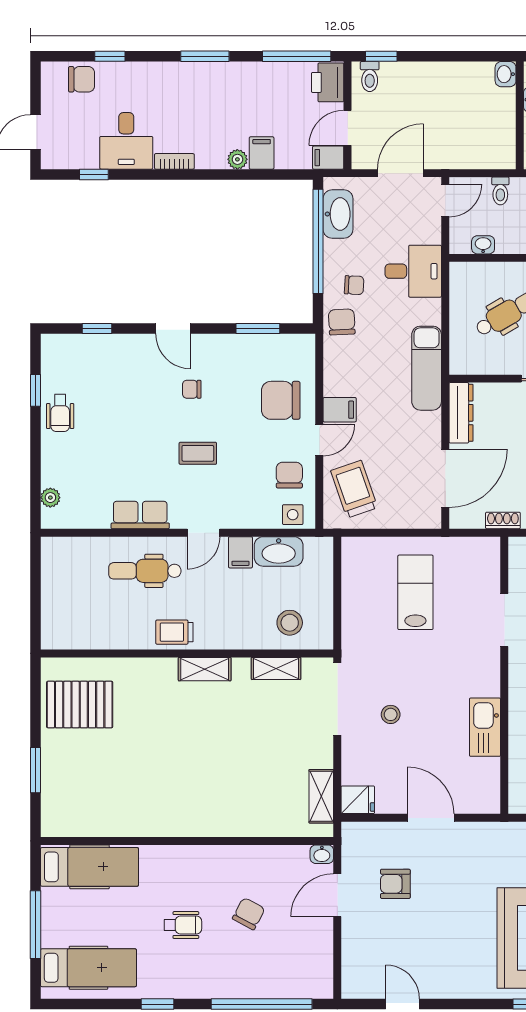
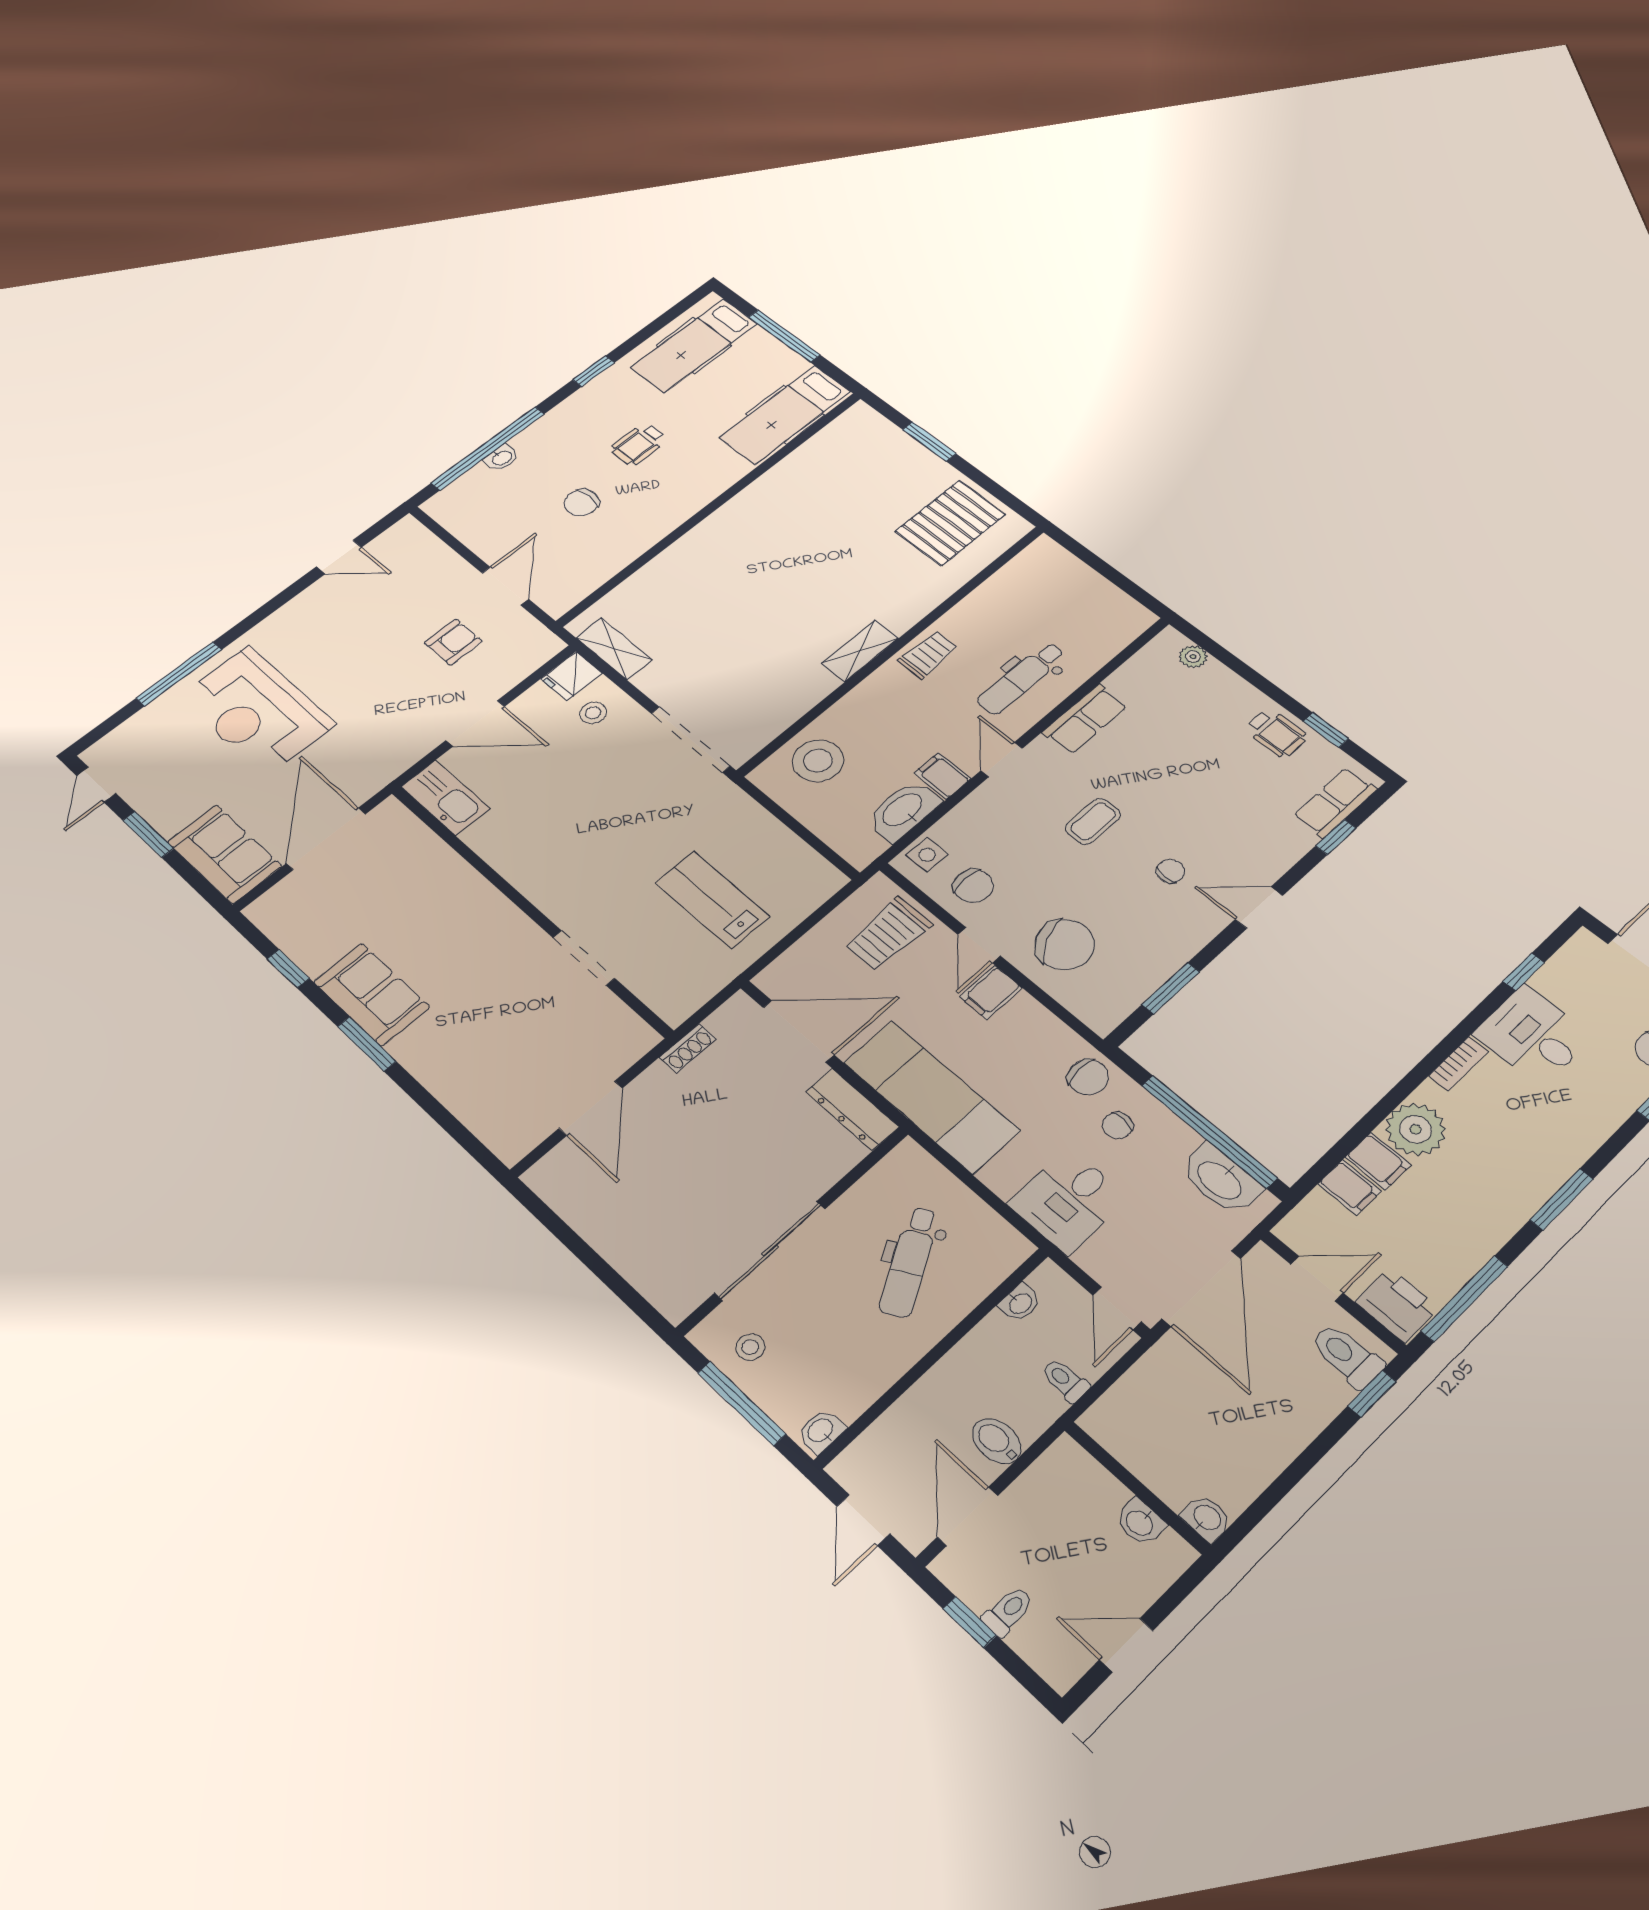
toilet: (370, 77) -> (1347, 1356), width x1.37, depth x1.39
door: (348, 128) -> (1317, 1279), hinge flipped
filing cabinet: (328, 158) -> (1349, 1187), moved, turned 90
plant: (237, 159) -> (1416, 1129), width x1.87, depth x1.87
door: (400, 173) -> (1201, 1289), width x1.36
row of seats: (76, 347) -> (1335, 802), added
exam couch: (427, 368) -> (931, 1096), width x1.36, depth x1.45
chair: (281, 400) -> (1065, 945), turned 65
wheelchair: (60, 413) -> (1276, 733), turned 180
door: (445, 478) -> (798, 1031), swing flipped
trolley: (354, 489) -> (888, 934), turned 109
dental chair: (145, 571) -> (1021, 678), turned 180
lab bench: (415, 592) -> (712, 900), turned 180
stool: (290, 623) -> (818, 761), width x1.38, depth x1.38
shelving: (276, 668) -> (786, 712), removed
stool: (391, 714) -> (593, 713), moved
kitchen sink: (485, 727) -> (445, 798), moved
washbasin: (322, 854) -> (502, 458), moved, turned 180
chair: (249, 914) -> (582, 503), turned 62

